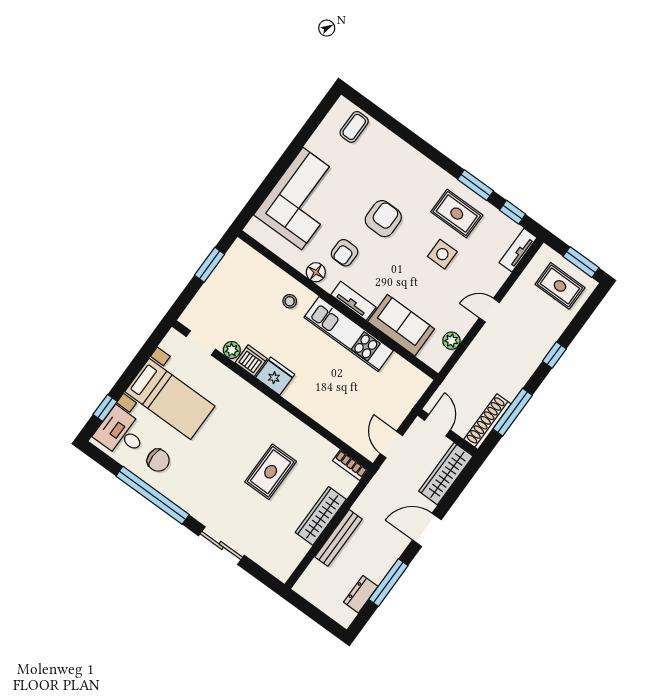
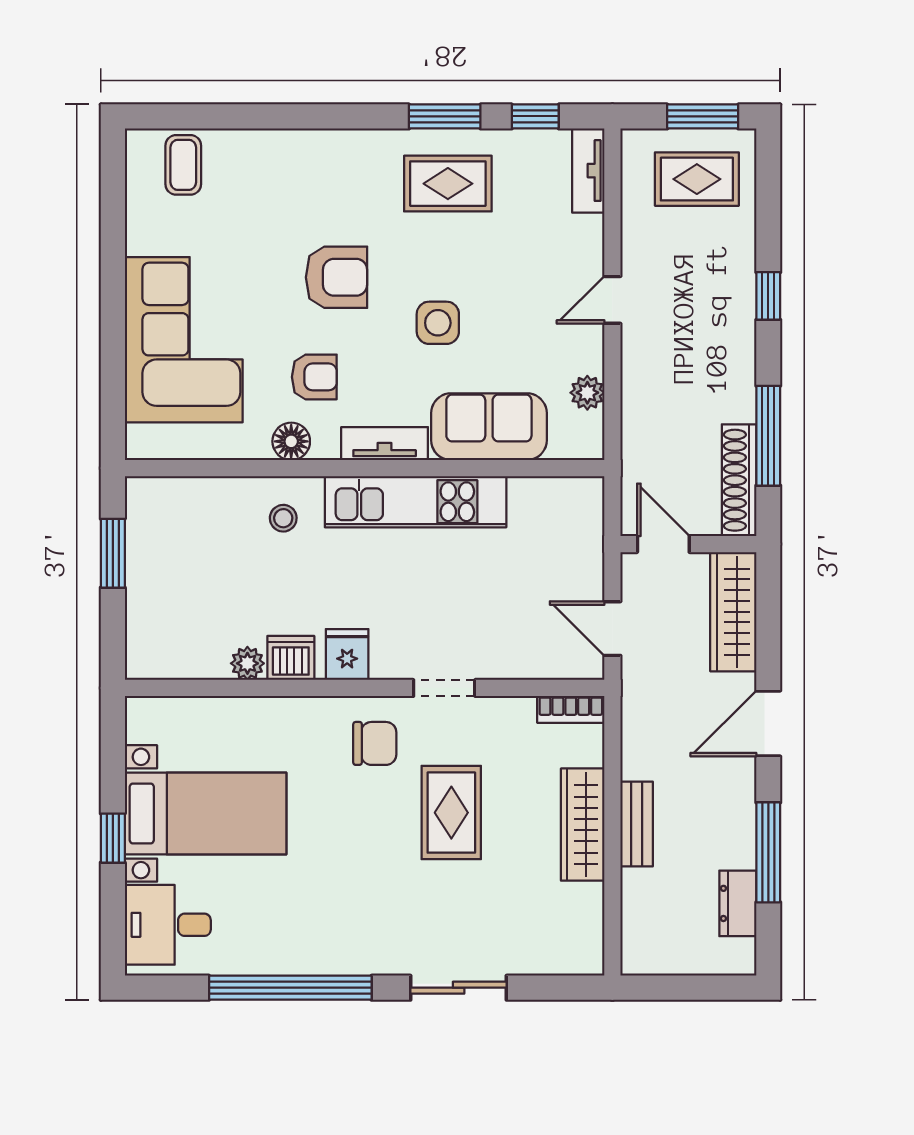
armchair: (383, 219) -> (336, 277), turned 90
armchair: (345, 253) -> (314, 377), turned -90
side table: (442, 254) -> (438, 323), moved
doorway: (201, 343) -> (444, 688), moved
fridge: (275, 376) -> (347, 655), width x0.72
window: (105, 408) -> (113, 838), moved
chair: (158, 460) -> (375, 743), moved
bench: (338, 538) -> (637, 824), width x0.73

